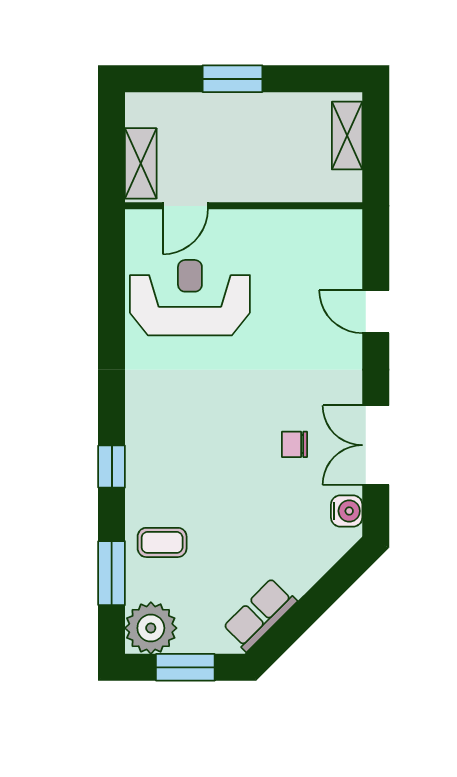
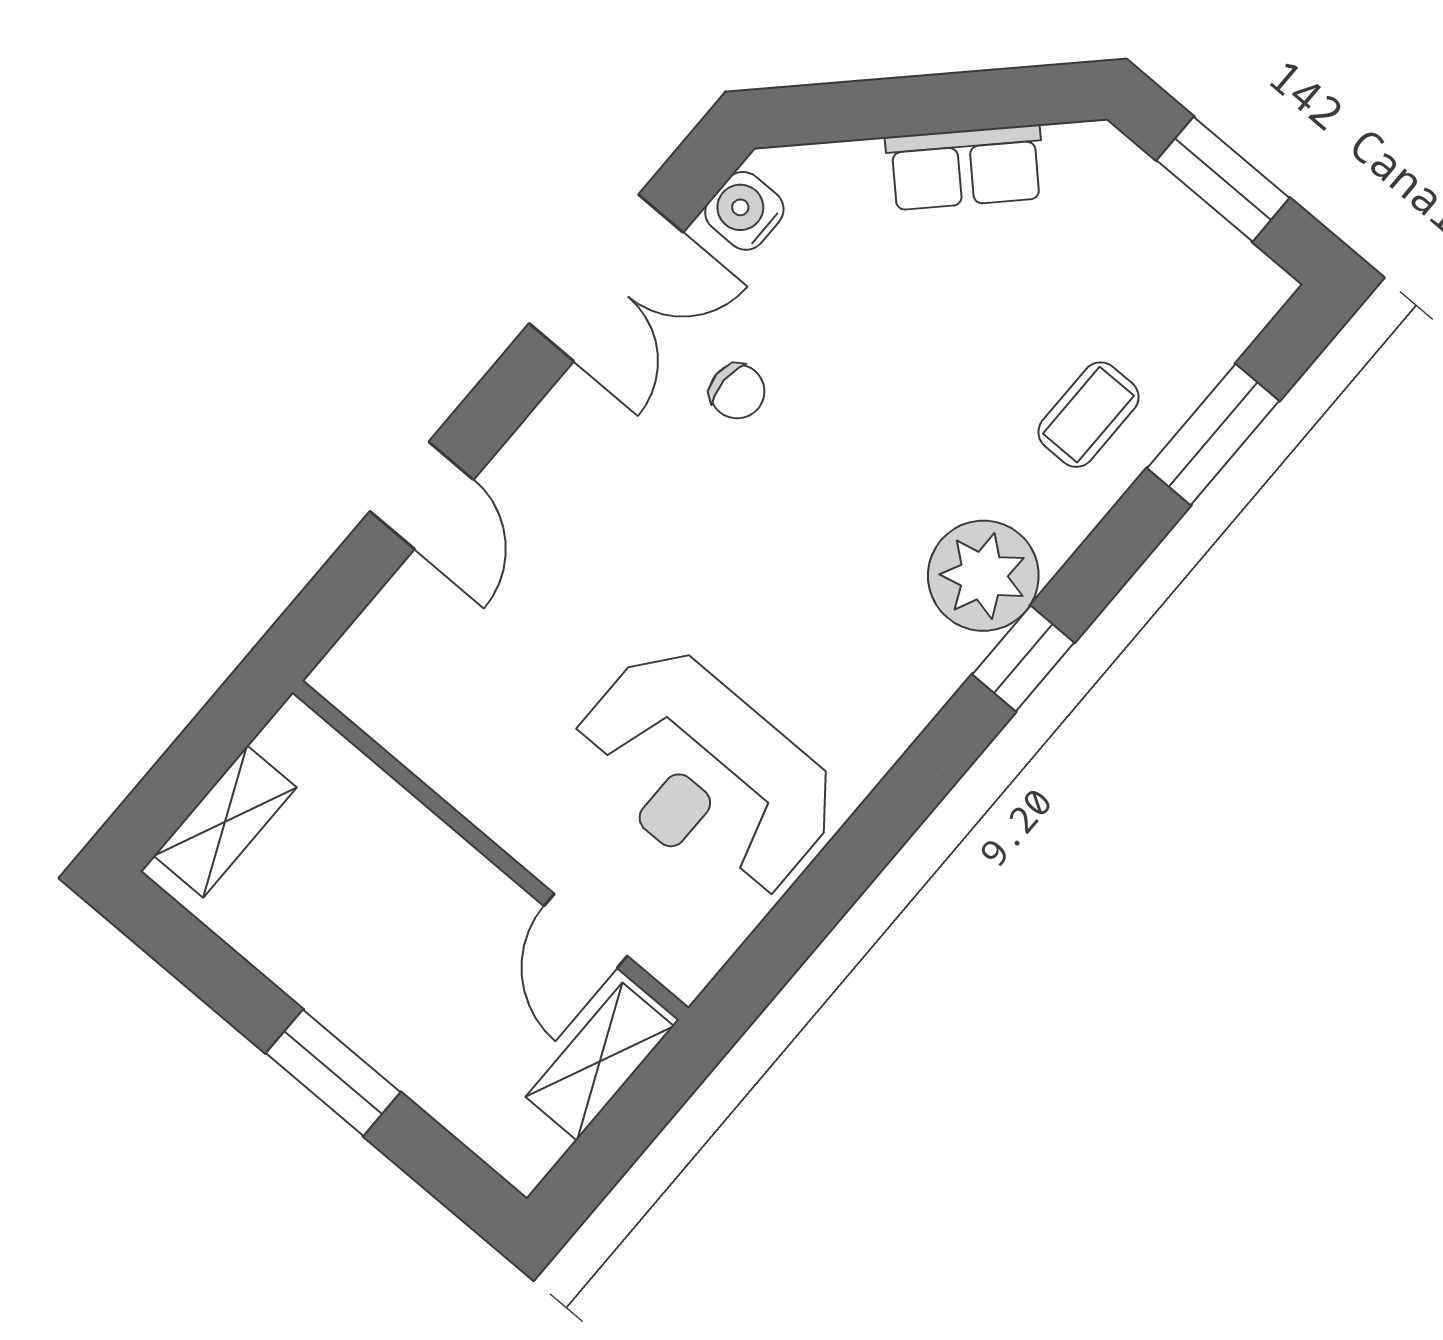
door: (185, 206) -> (586, 931), swing flipped
window: (112, 467) -> (1023, 658), moved
coffee table: (162, 542) -> (1088, 415), turned 90
row of seats: (260, 615) -> (965, 167), moved
plant: (151, 628) -> (983, 576), moved

